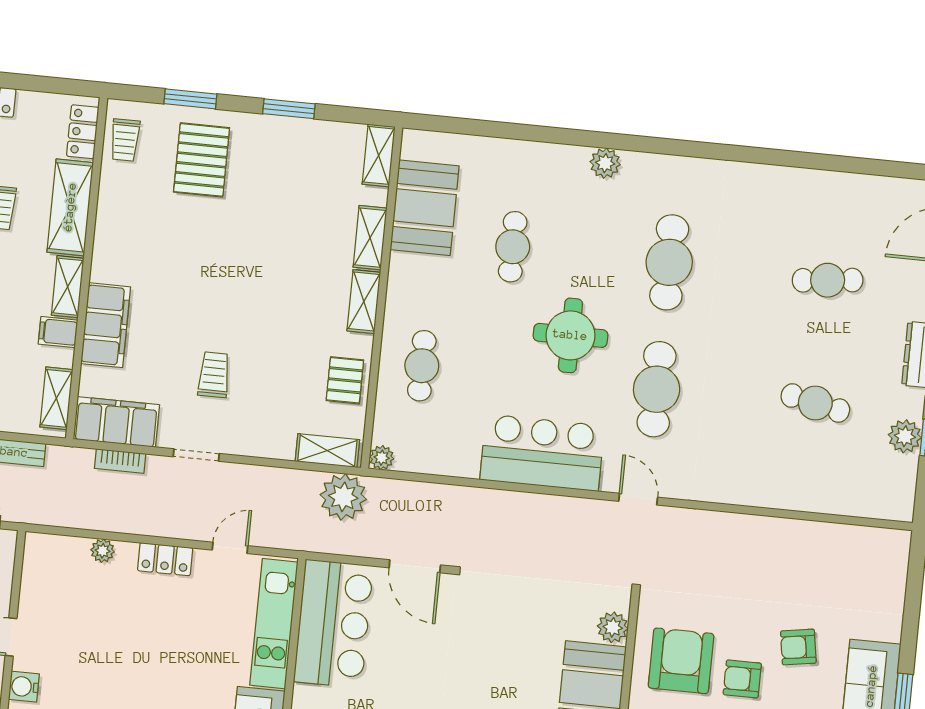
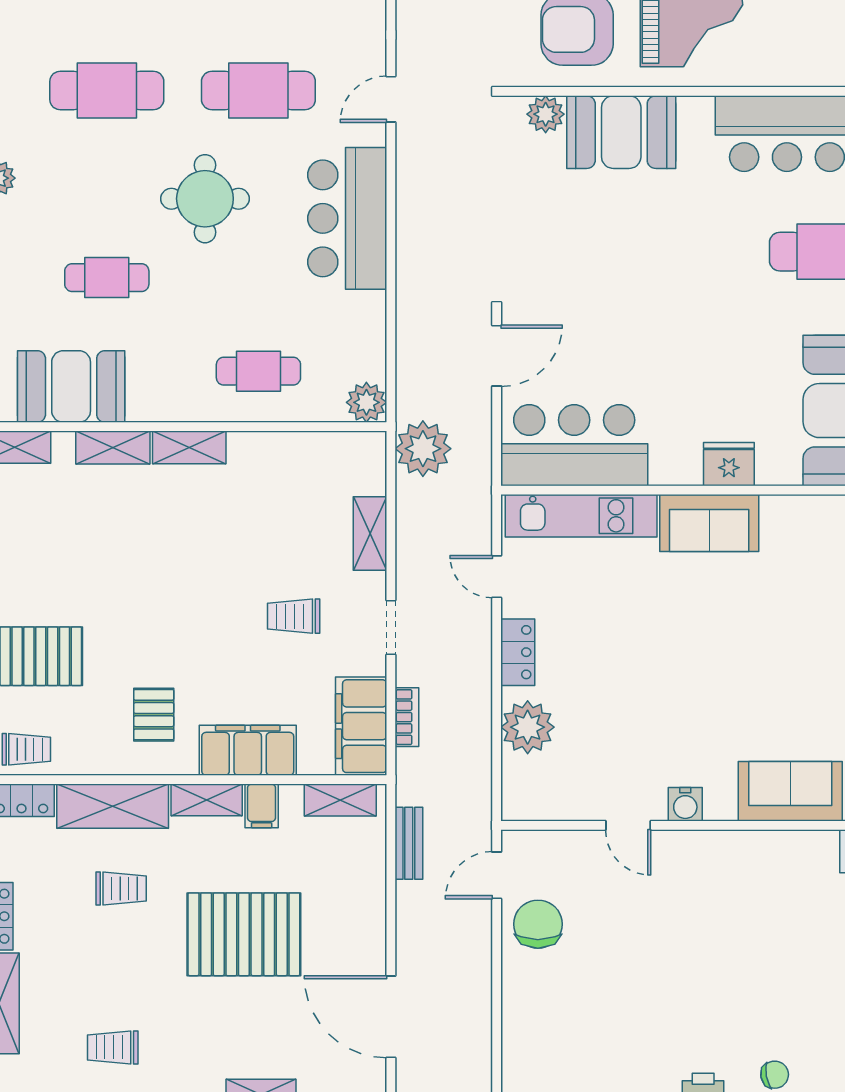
pallet: (345, 380) -> (154, 715), moved, turned 90
shelving: (327, 451) -> (370, 533), moved
plant: (382, 458) -> (366, 402), width x1.38, depth x1.38
plant: (103, 551) -> (528, 727), width x1.88, depth x1.88

